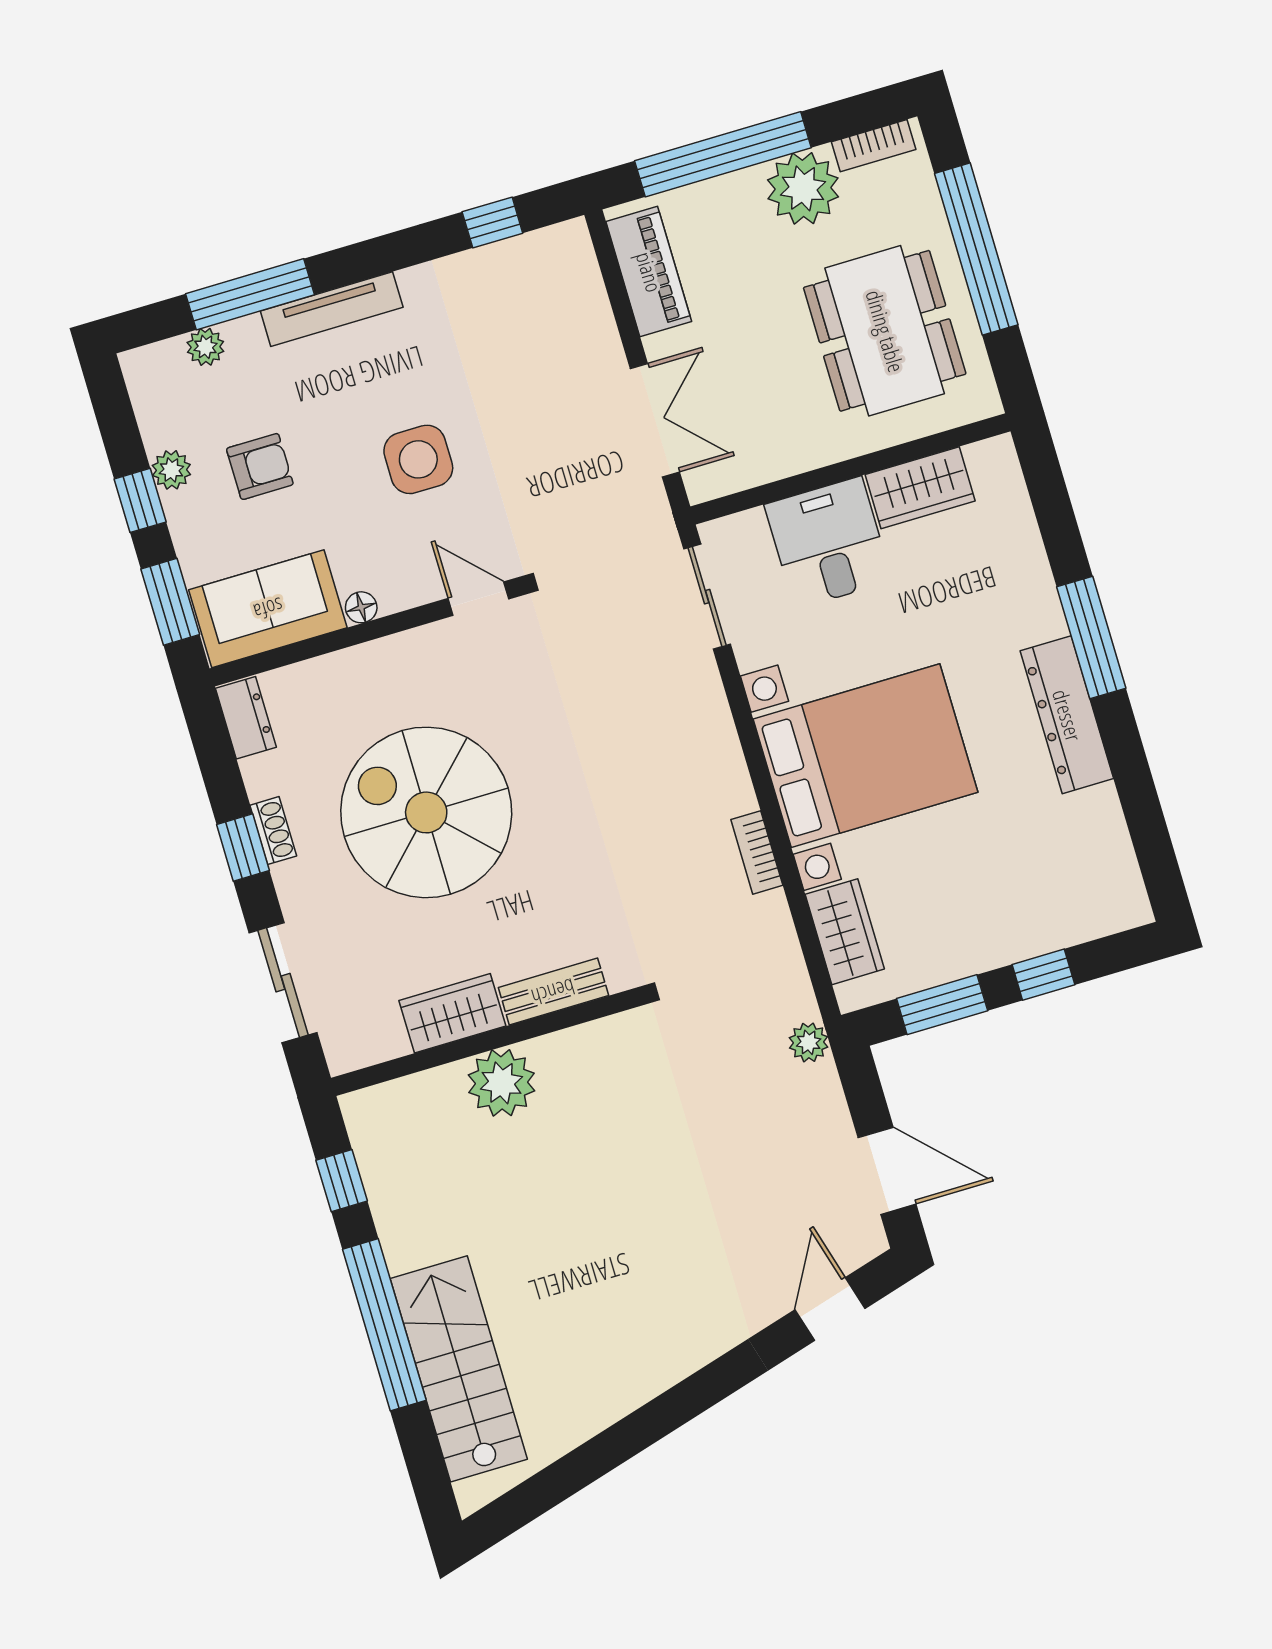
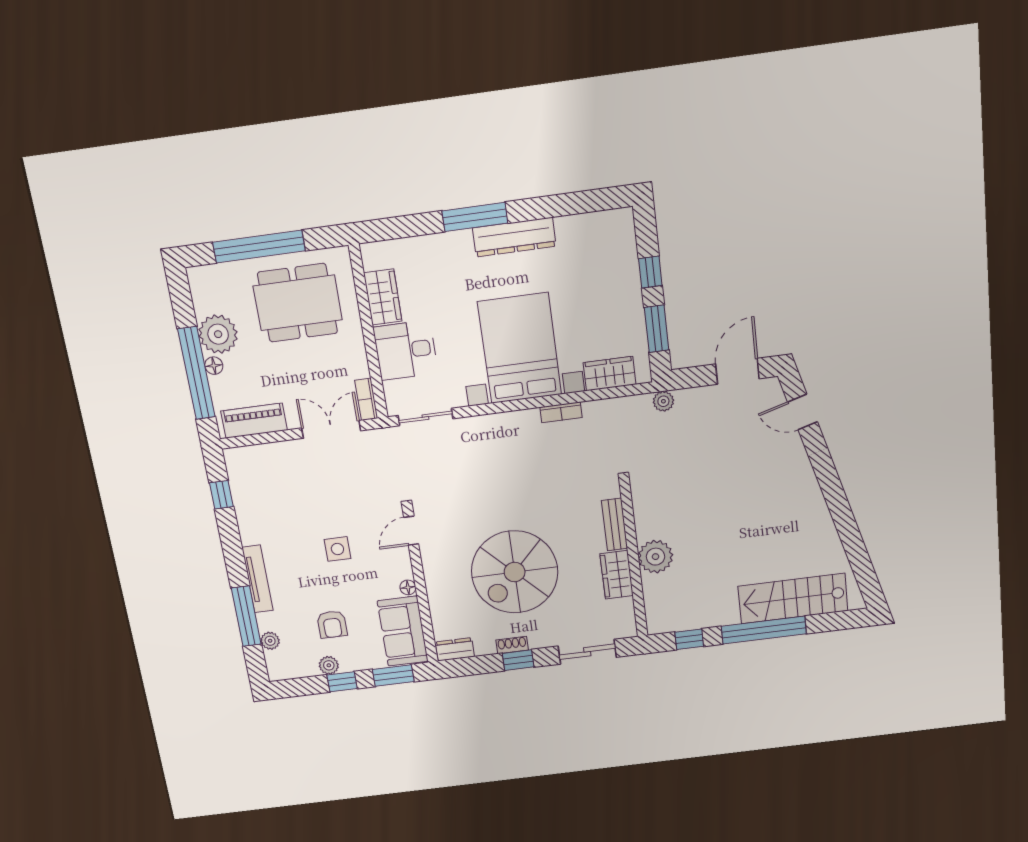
bookcase: (874, 146) -> (366, 399), moved, turned 180
floor lamp: (742, 186) -> (214, 366), added
side table: (418, 459) -> (337, 549), width x0.73, depth x0.73
armchair: (260, 466) -> (332, 624), turned 180

